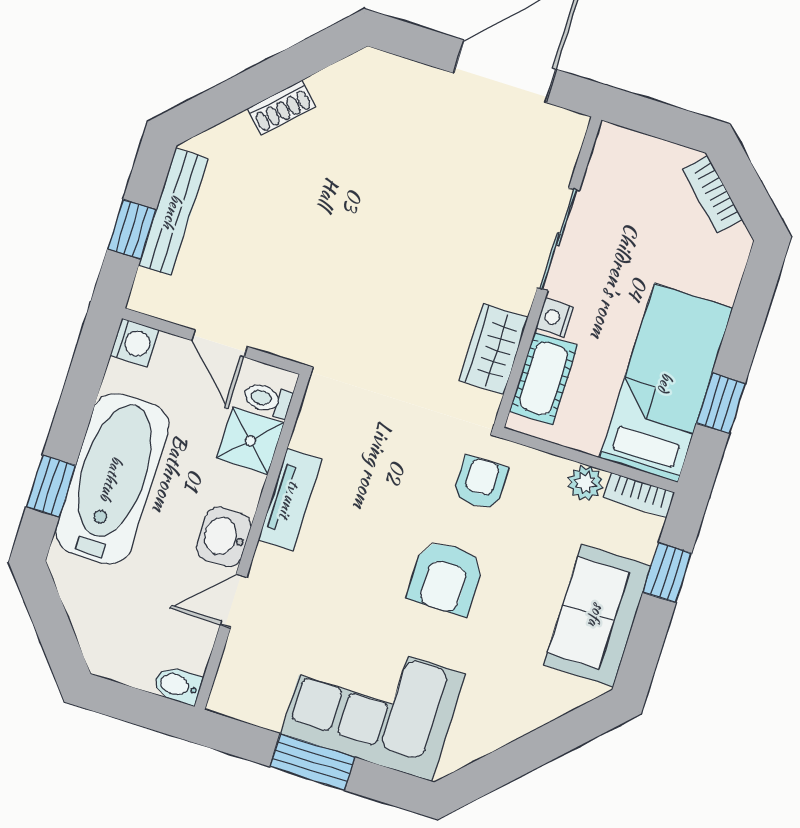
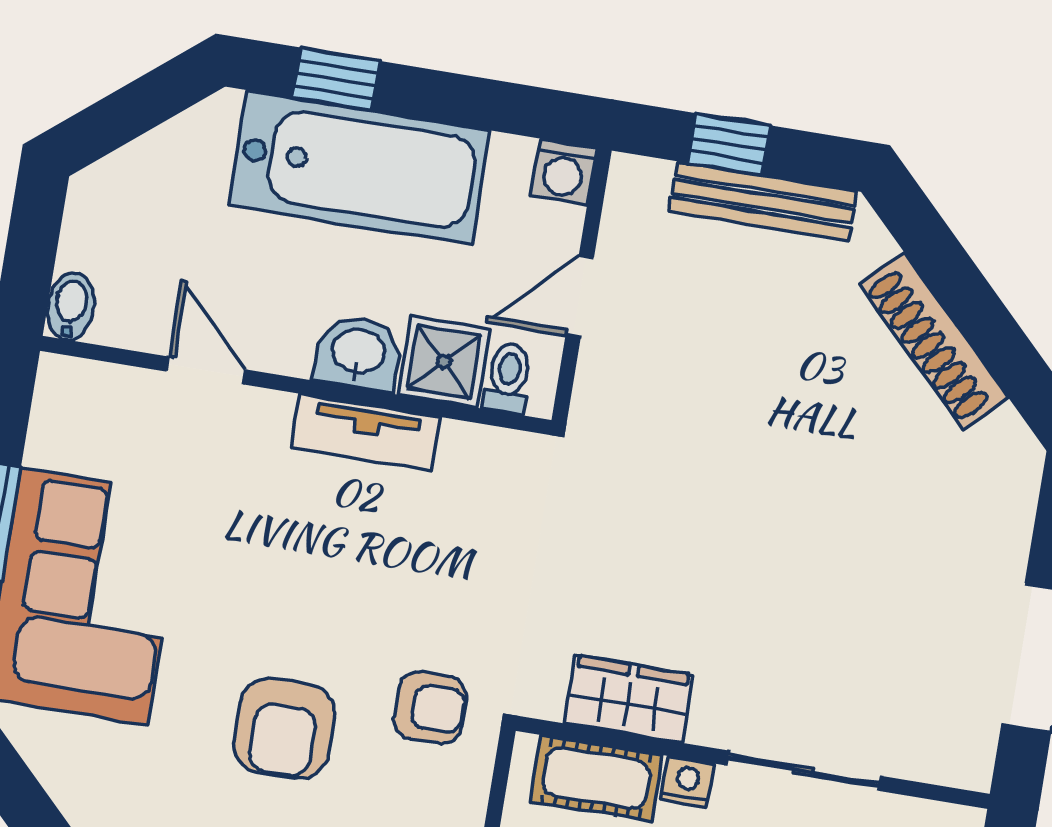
shoe rack: (281, 108) -> (934, 341), width x1.94, depth x1.24
washbasin: (224, 537) -> (358, 353), moved
armchair: (446, 578) -> (284, 729), moved, turned -90

